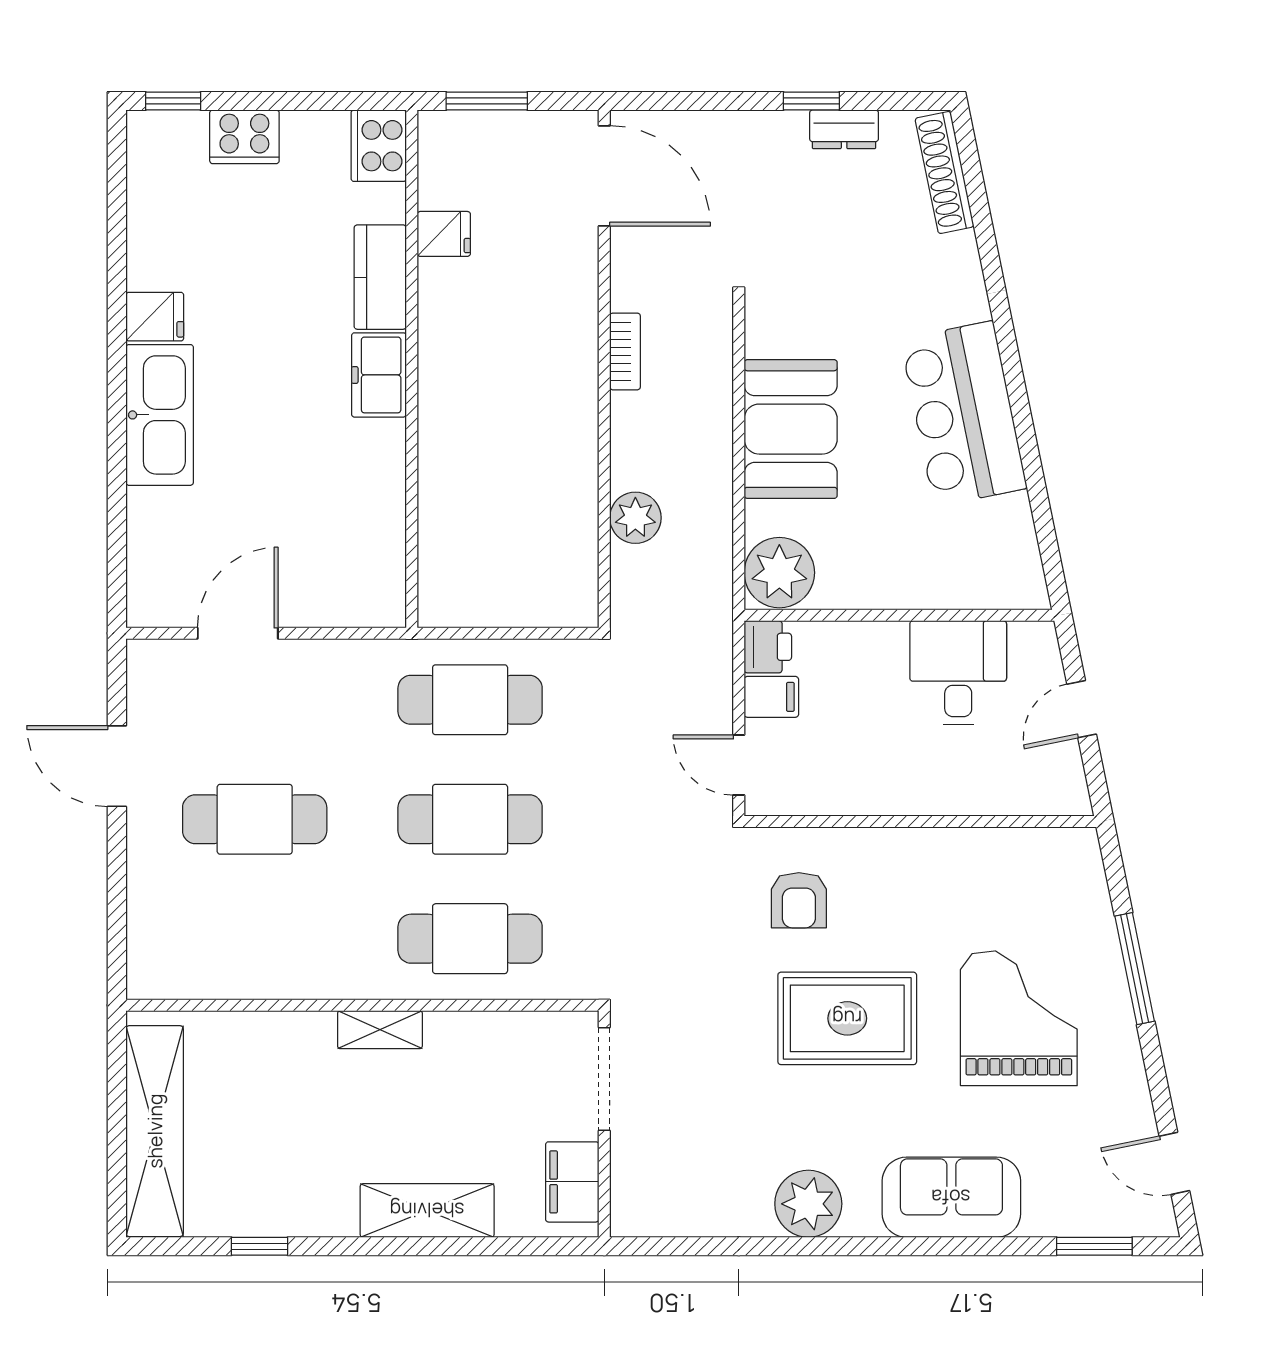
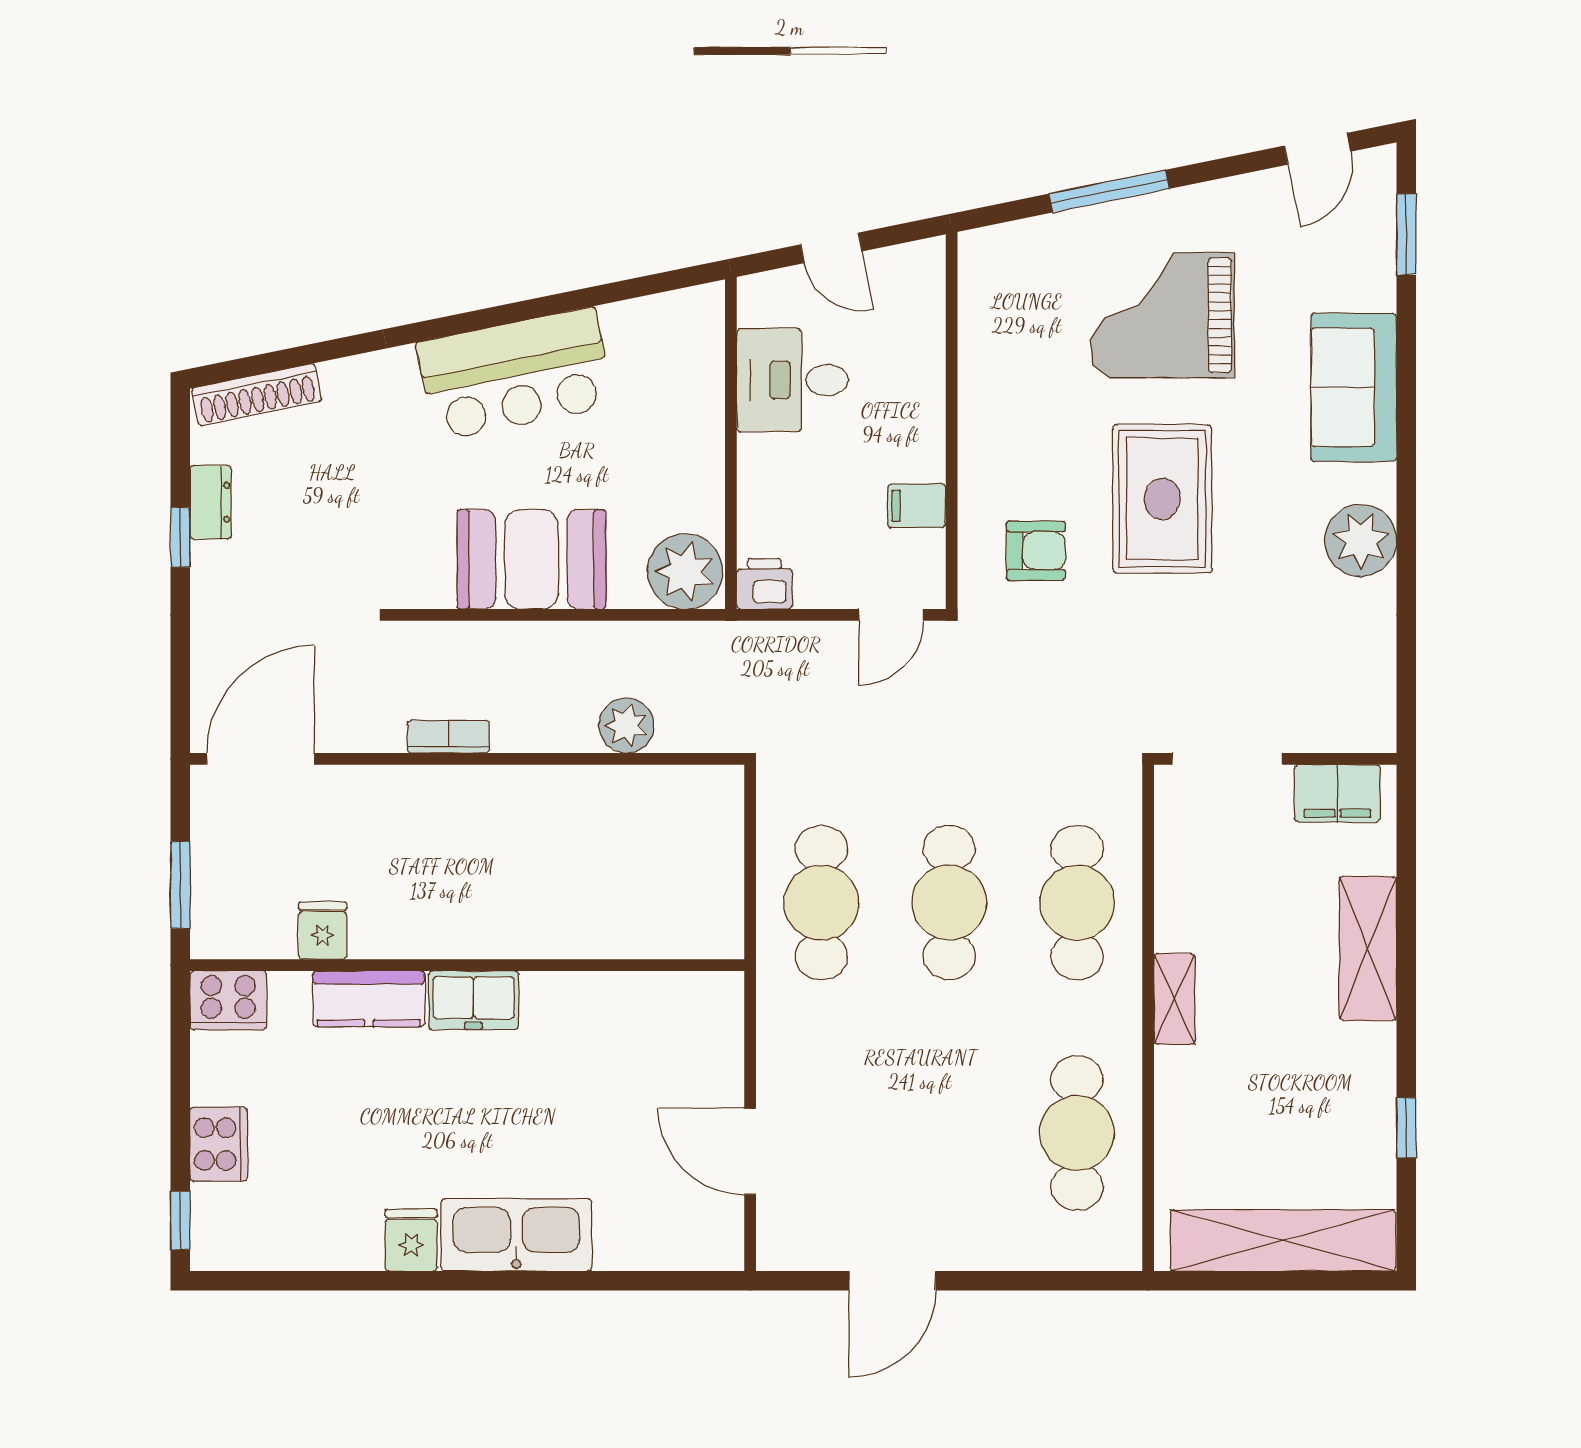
filing cabinet: (771, 697) -> (917, 506), moved, turned -90
cafe table: (255, 819) -> (1077, 1133), moved

